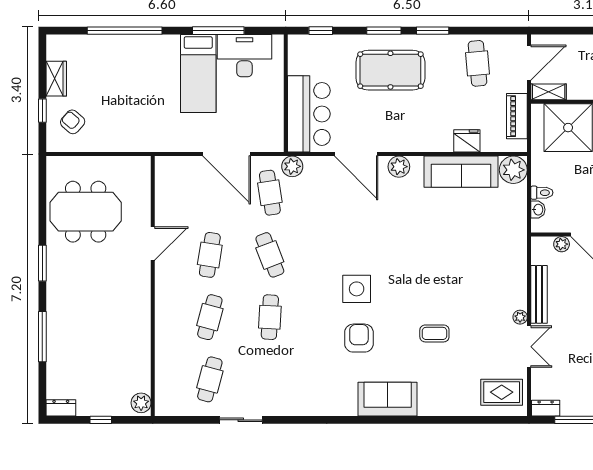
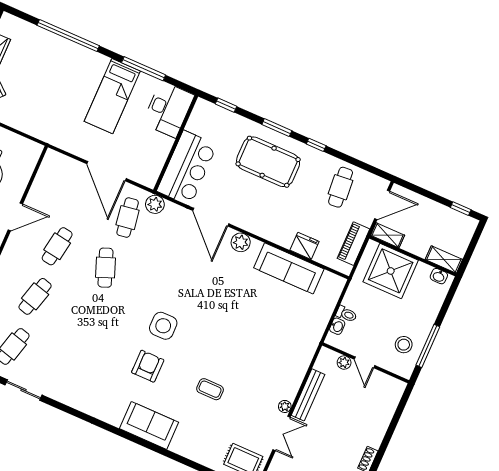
window: (433, 31) -> (316, 145), width x0.67
desk: (244, 56) -> (168, 109), moved, turned 90
plant: (513, 170) -> (332, 285), removed
cafe table: (270, 317) -> (83, 318), removed

